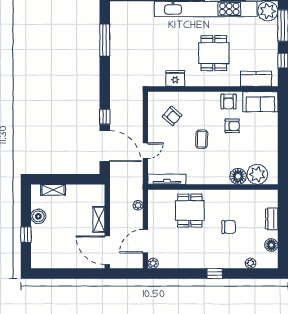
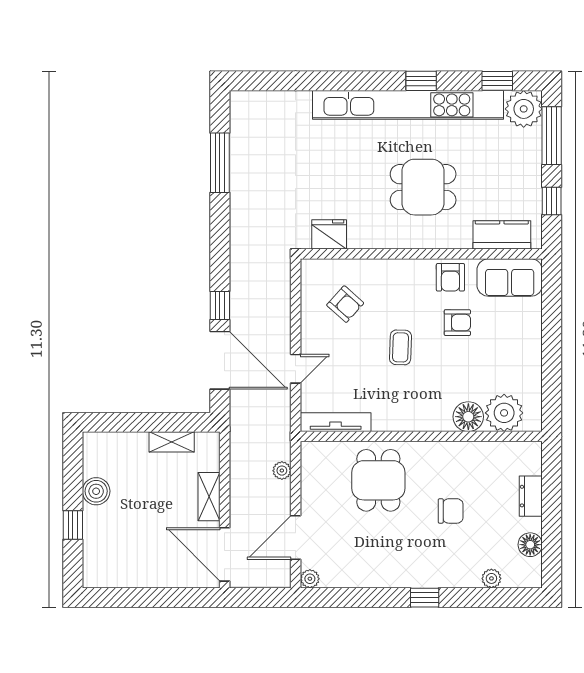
dining table: (214, 53) -> (423, 187), turned 90
fridge: (175, 78) -> (329, 234), moved
shelving: (53, 190) -> (172, 442), moved

